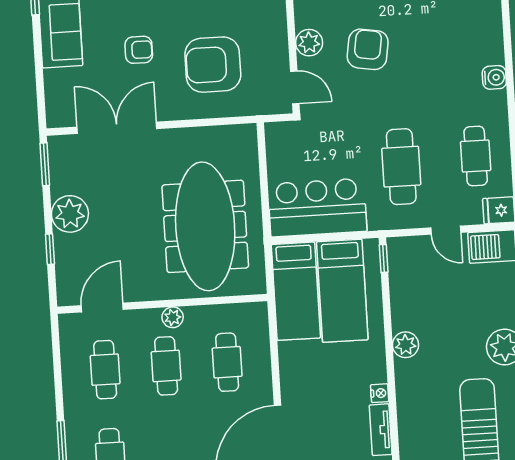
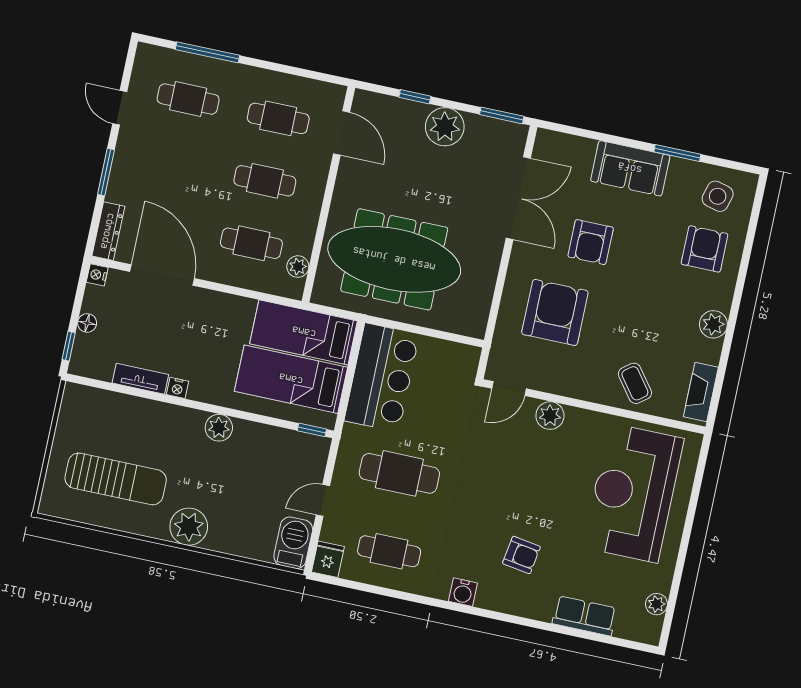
armchair: (368, 49) -> (521, 555), moved, width x0.72, depth x0.72
armchair: (139, 50) -> (591, 242), width x1.38, depth x1.38
plant: (173, 317) -> (298, 267), moved

